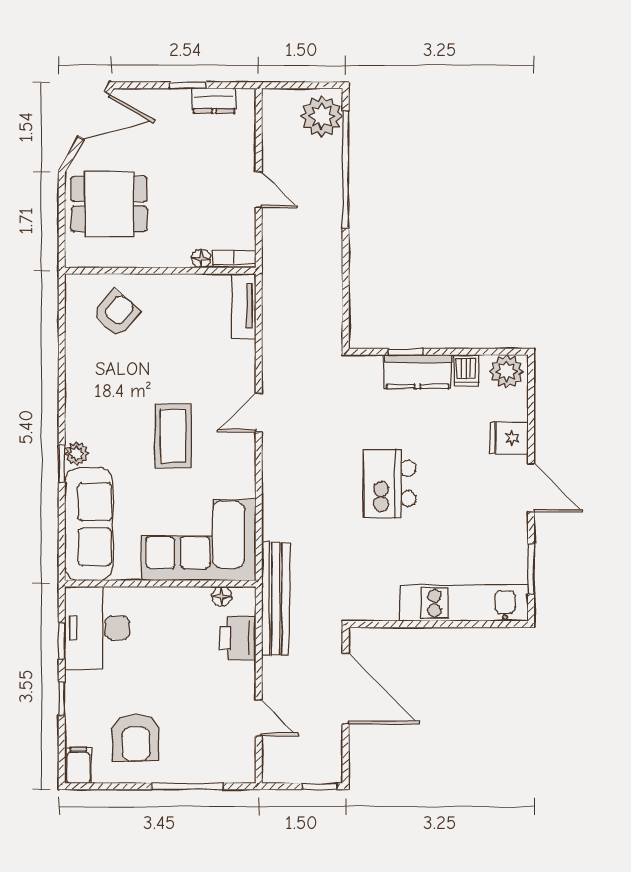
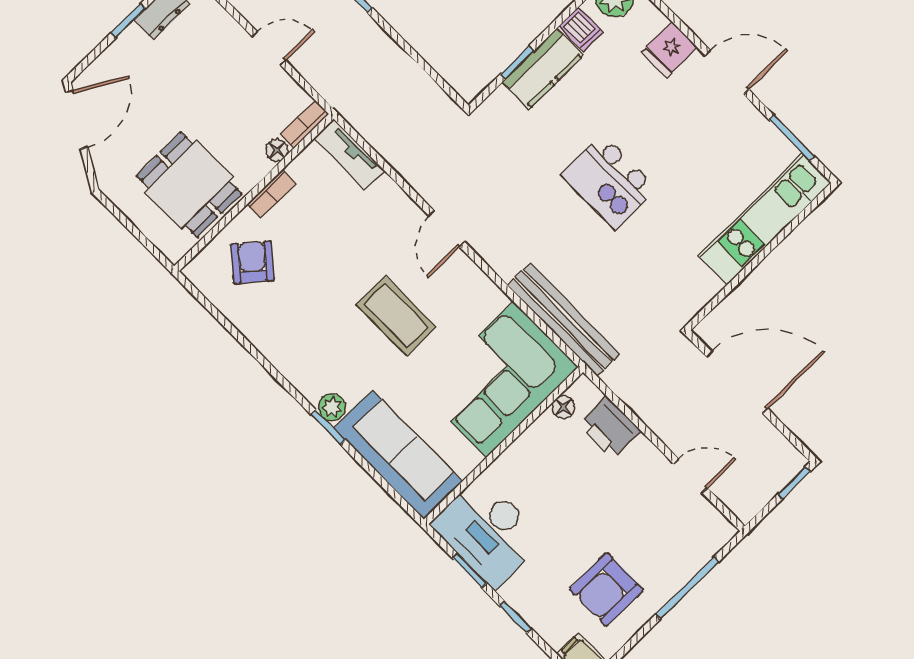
dining table: (109, 204) -> (189, 185), moved, turned 90
bookcase: (170, 282) -> (271, 194), added
bench: (276, 599) -> (564, 320), moved
armchair: (136, 737) -> (607, 590), turned 90

